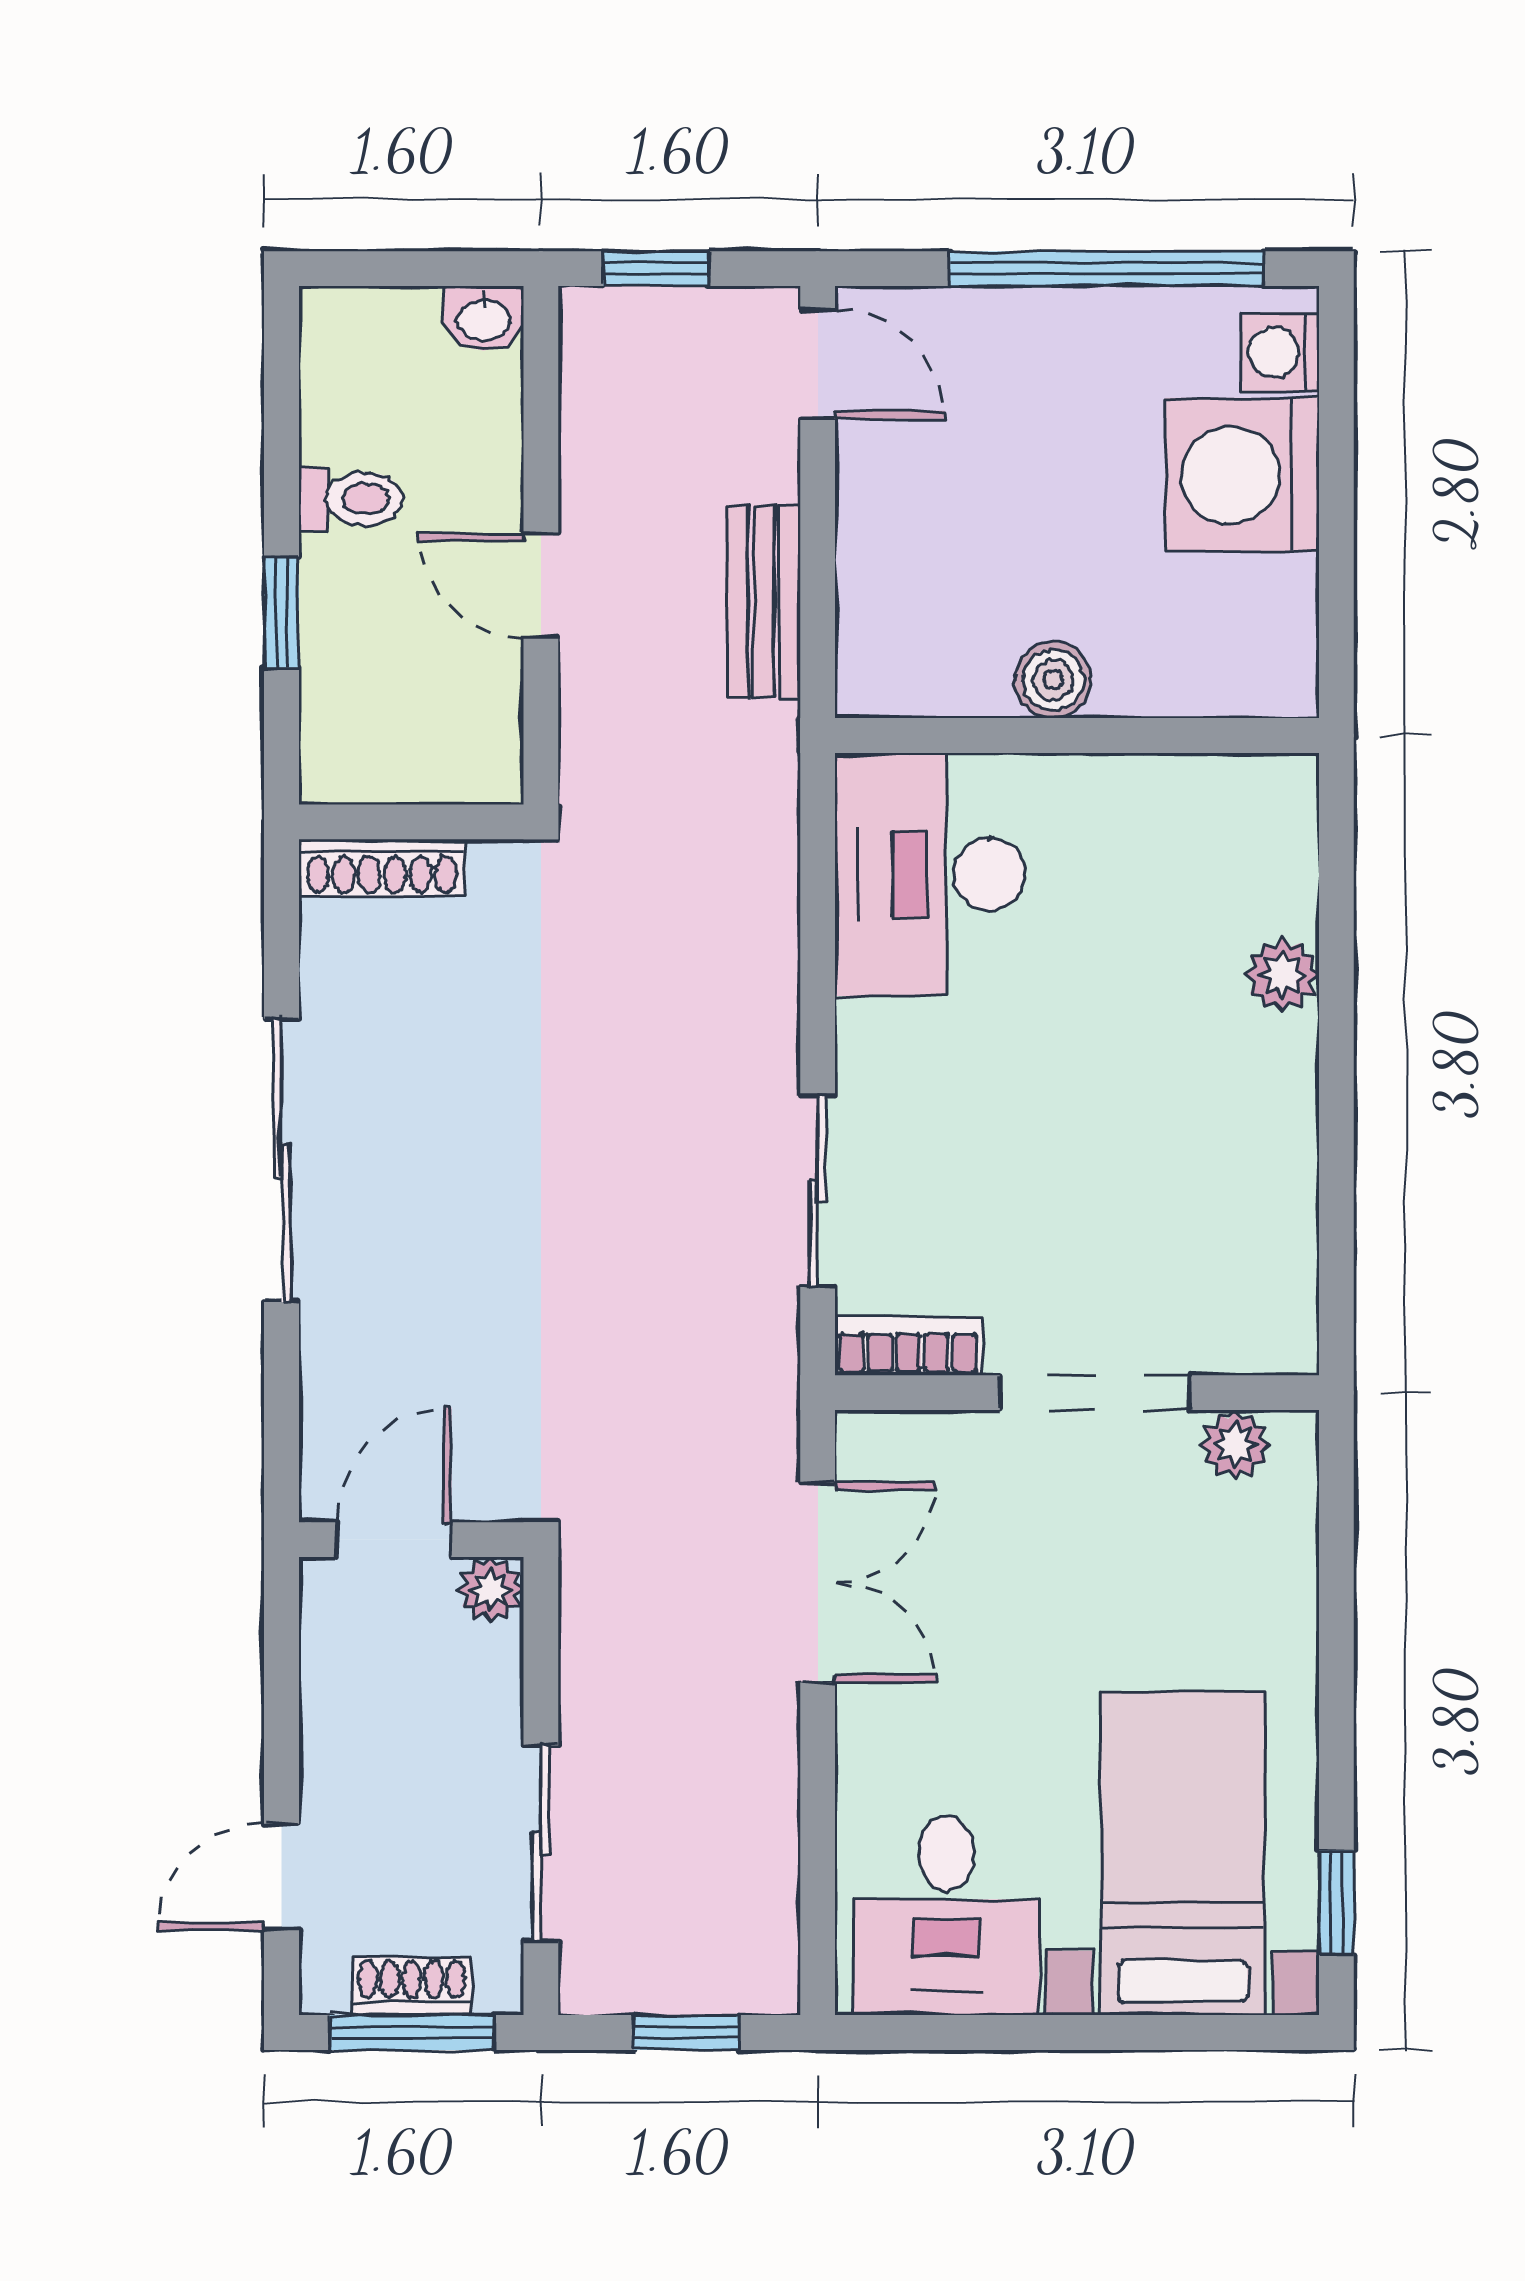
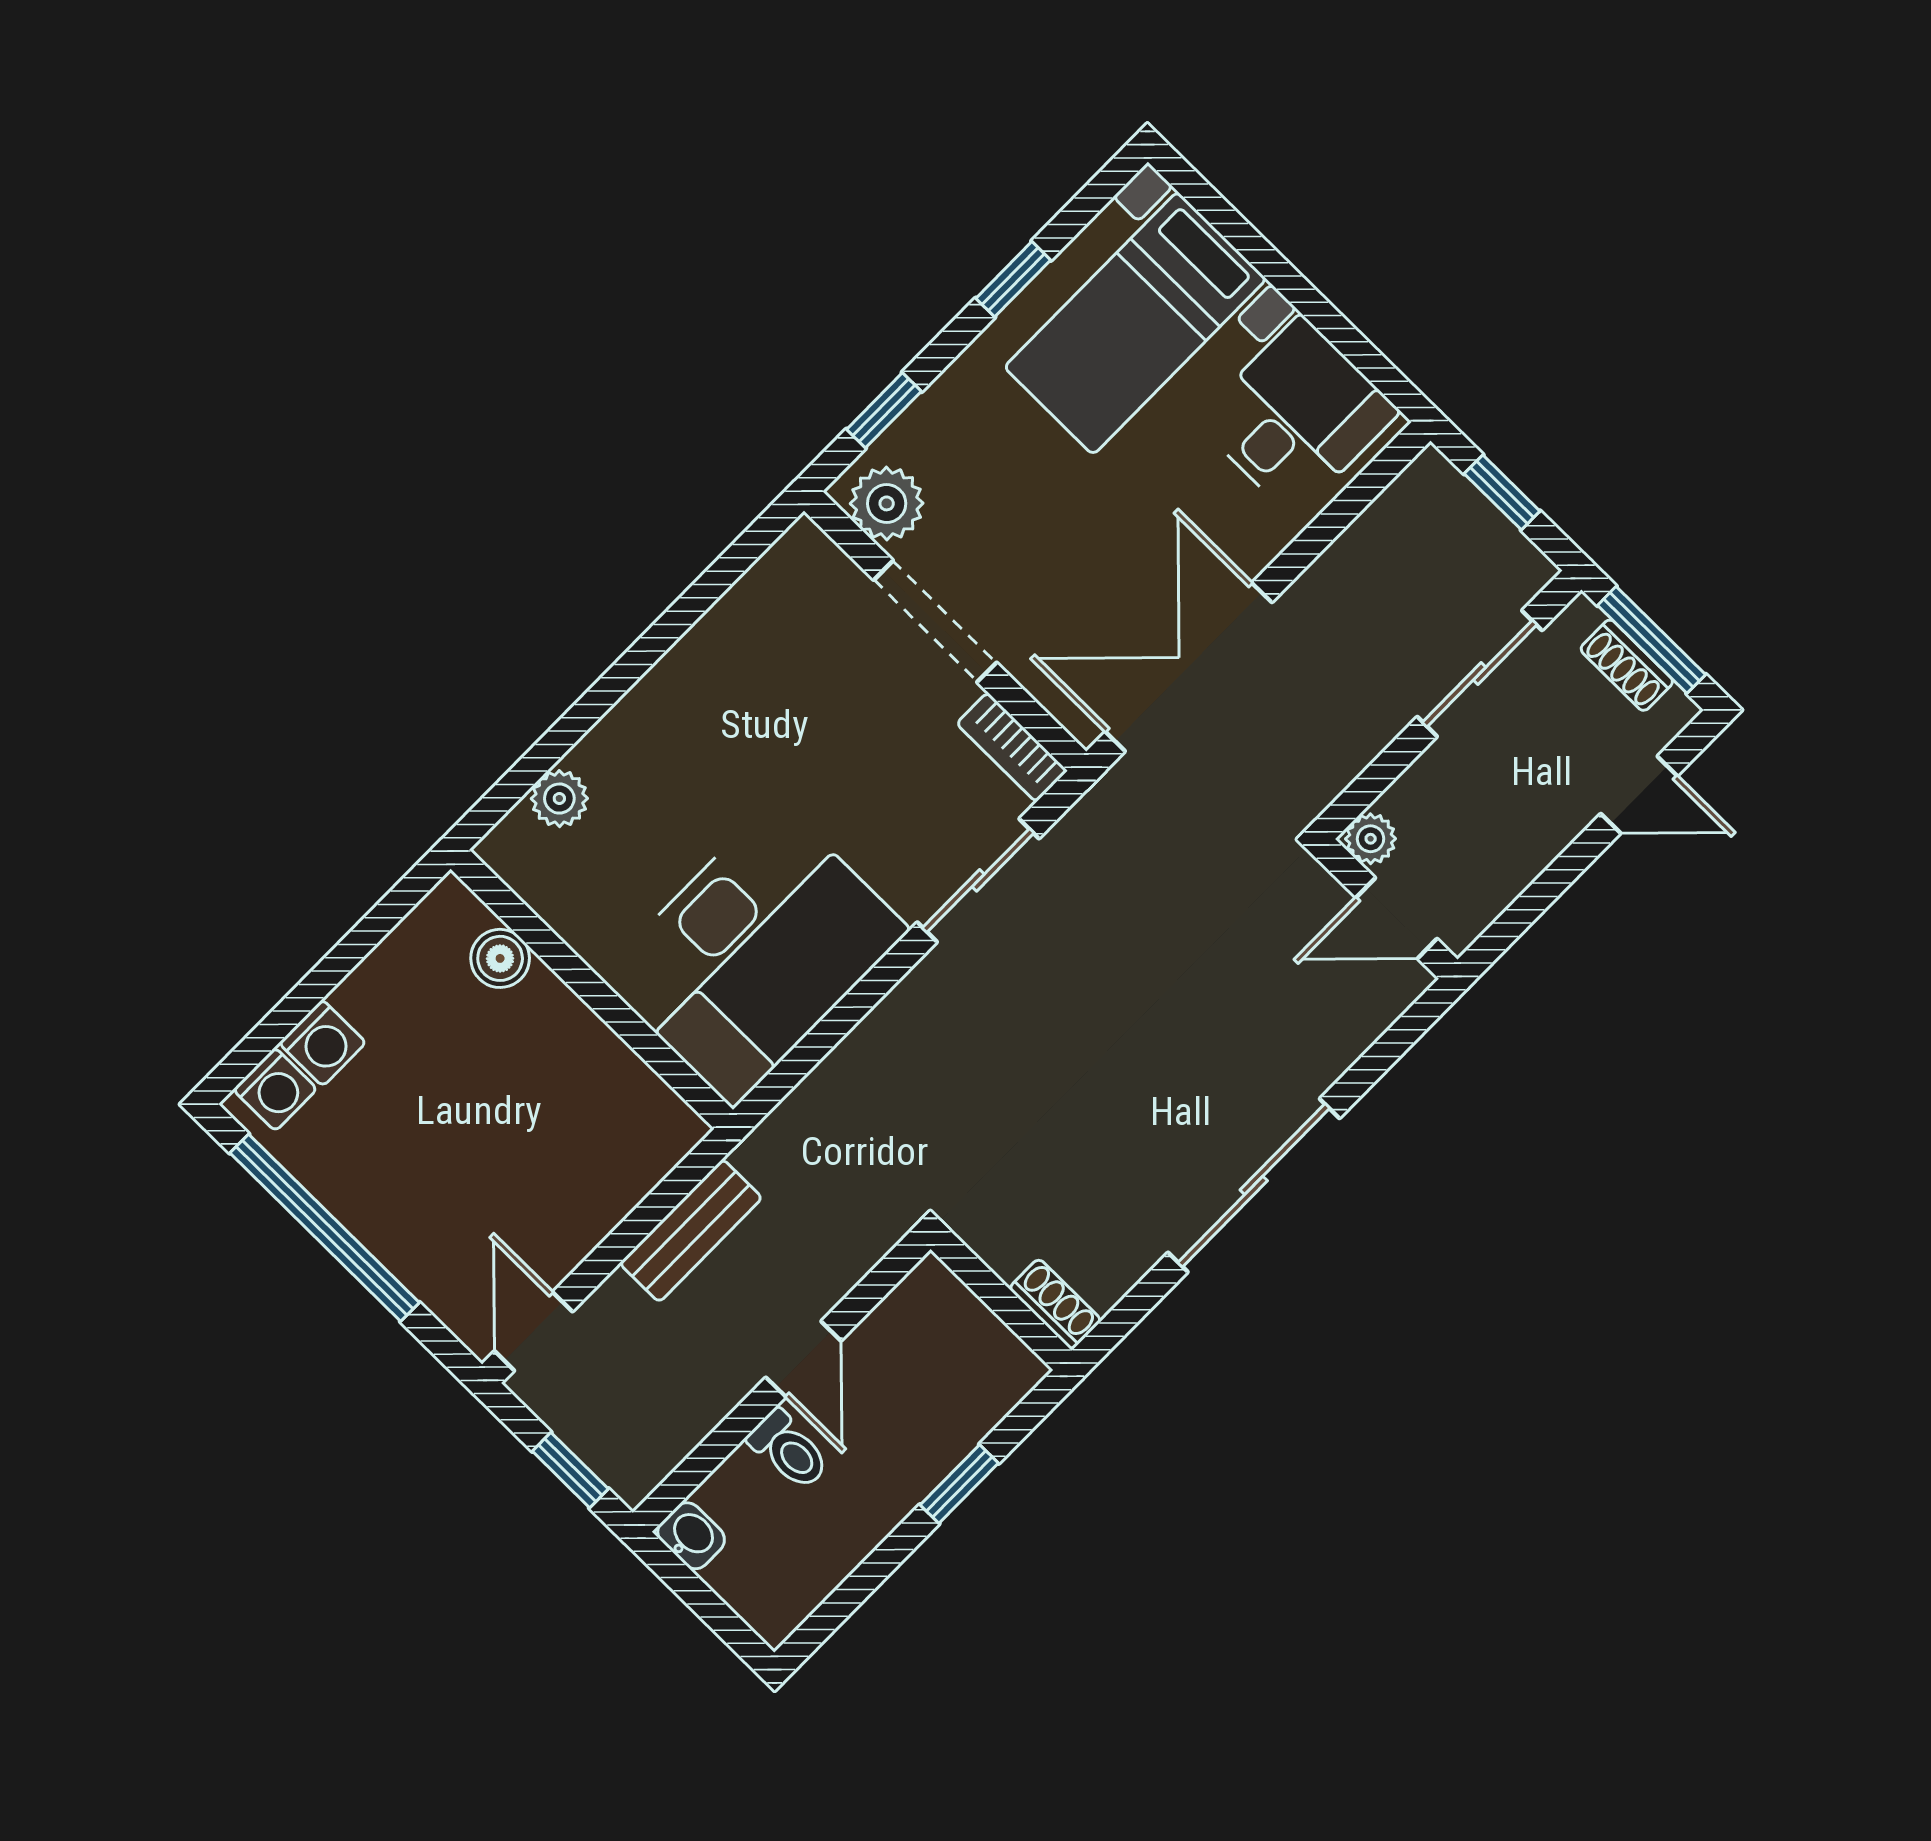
washing machine: (1242, 475) -> (322, 1043), width x0.53, depth x0.53
toilet: (351, 499) -> (789, 1450), moved, turned 180
boiler: (1053, 680) -> (500, 958), moved
shoe rack: (382, 868) -> (1055, 1304), width x0.70
desk: (930, 874) -> (755, 953), width x1.36, depth x1.30
plant: (1282, 975) -> (559, 799), moved
plant: (1235, 1445) -> (887, 503), width x1.38, depth x1.38
window: (1336, 1542) -> (884, 410), added
double door: (818, 1583) -> (1189, 667), width x1.37
window: (1336, 1903) -> (1013, 279), moved

